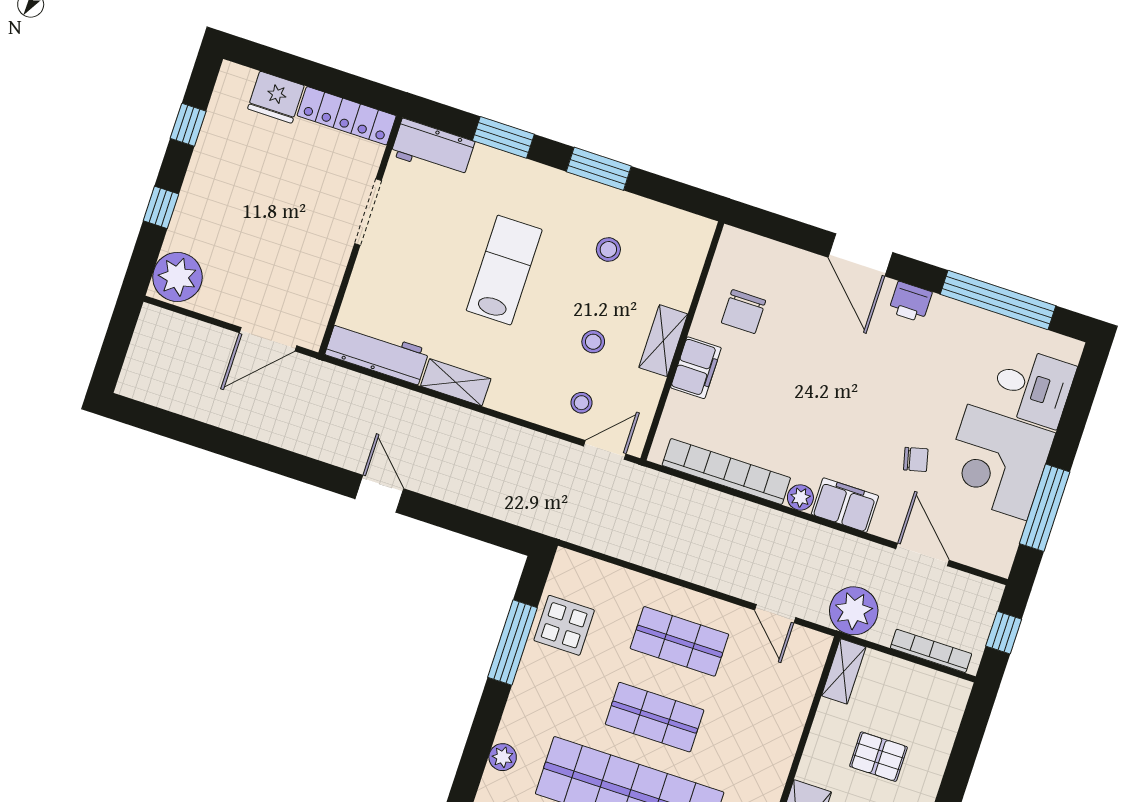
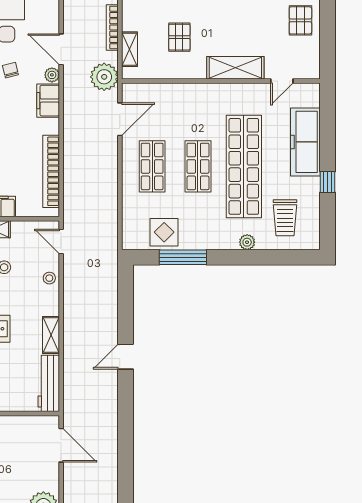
stool: (581, 403) -> (49, 278), moved
plant: (800, 497) -> (52, 75), moved
door: (923, 554) -> (61, 49), hinge flipped
door: (775, 614) -> (120, 119), width x1.38
shelving: (844, 671) -> (130, 49), moved, turned 90

